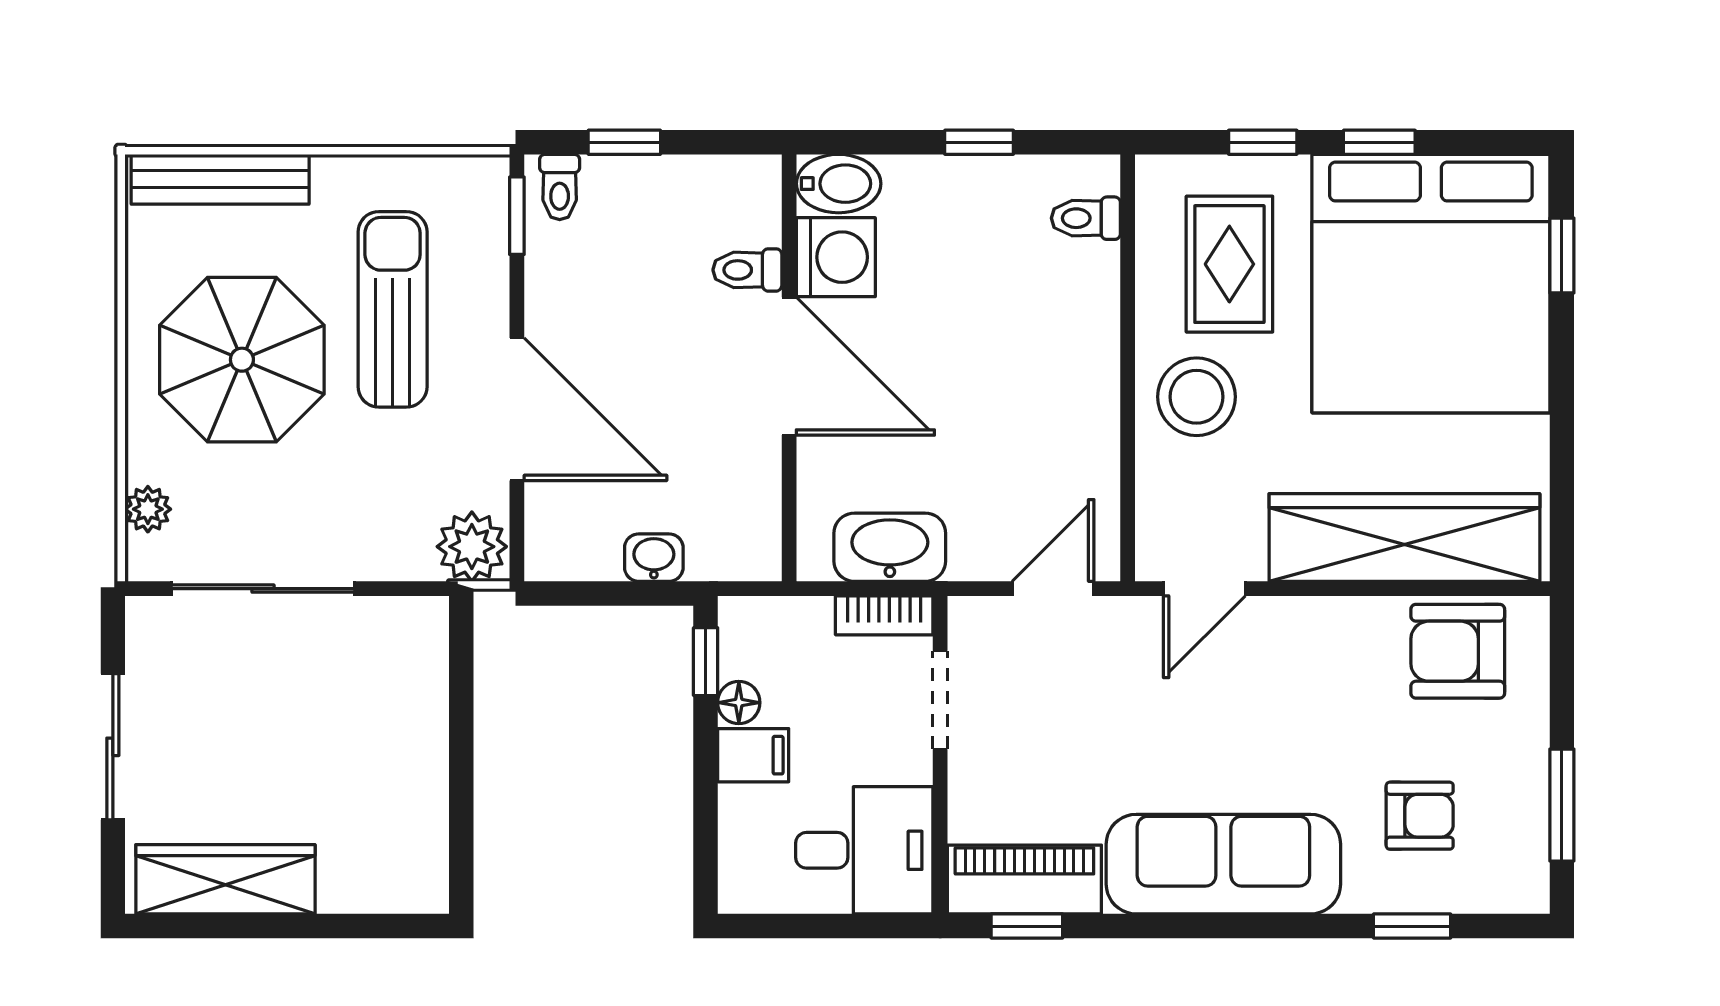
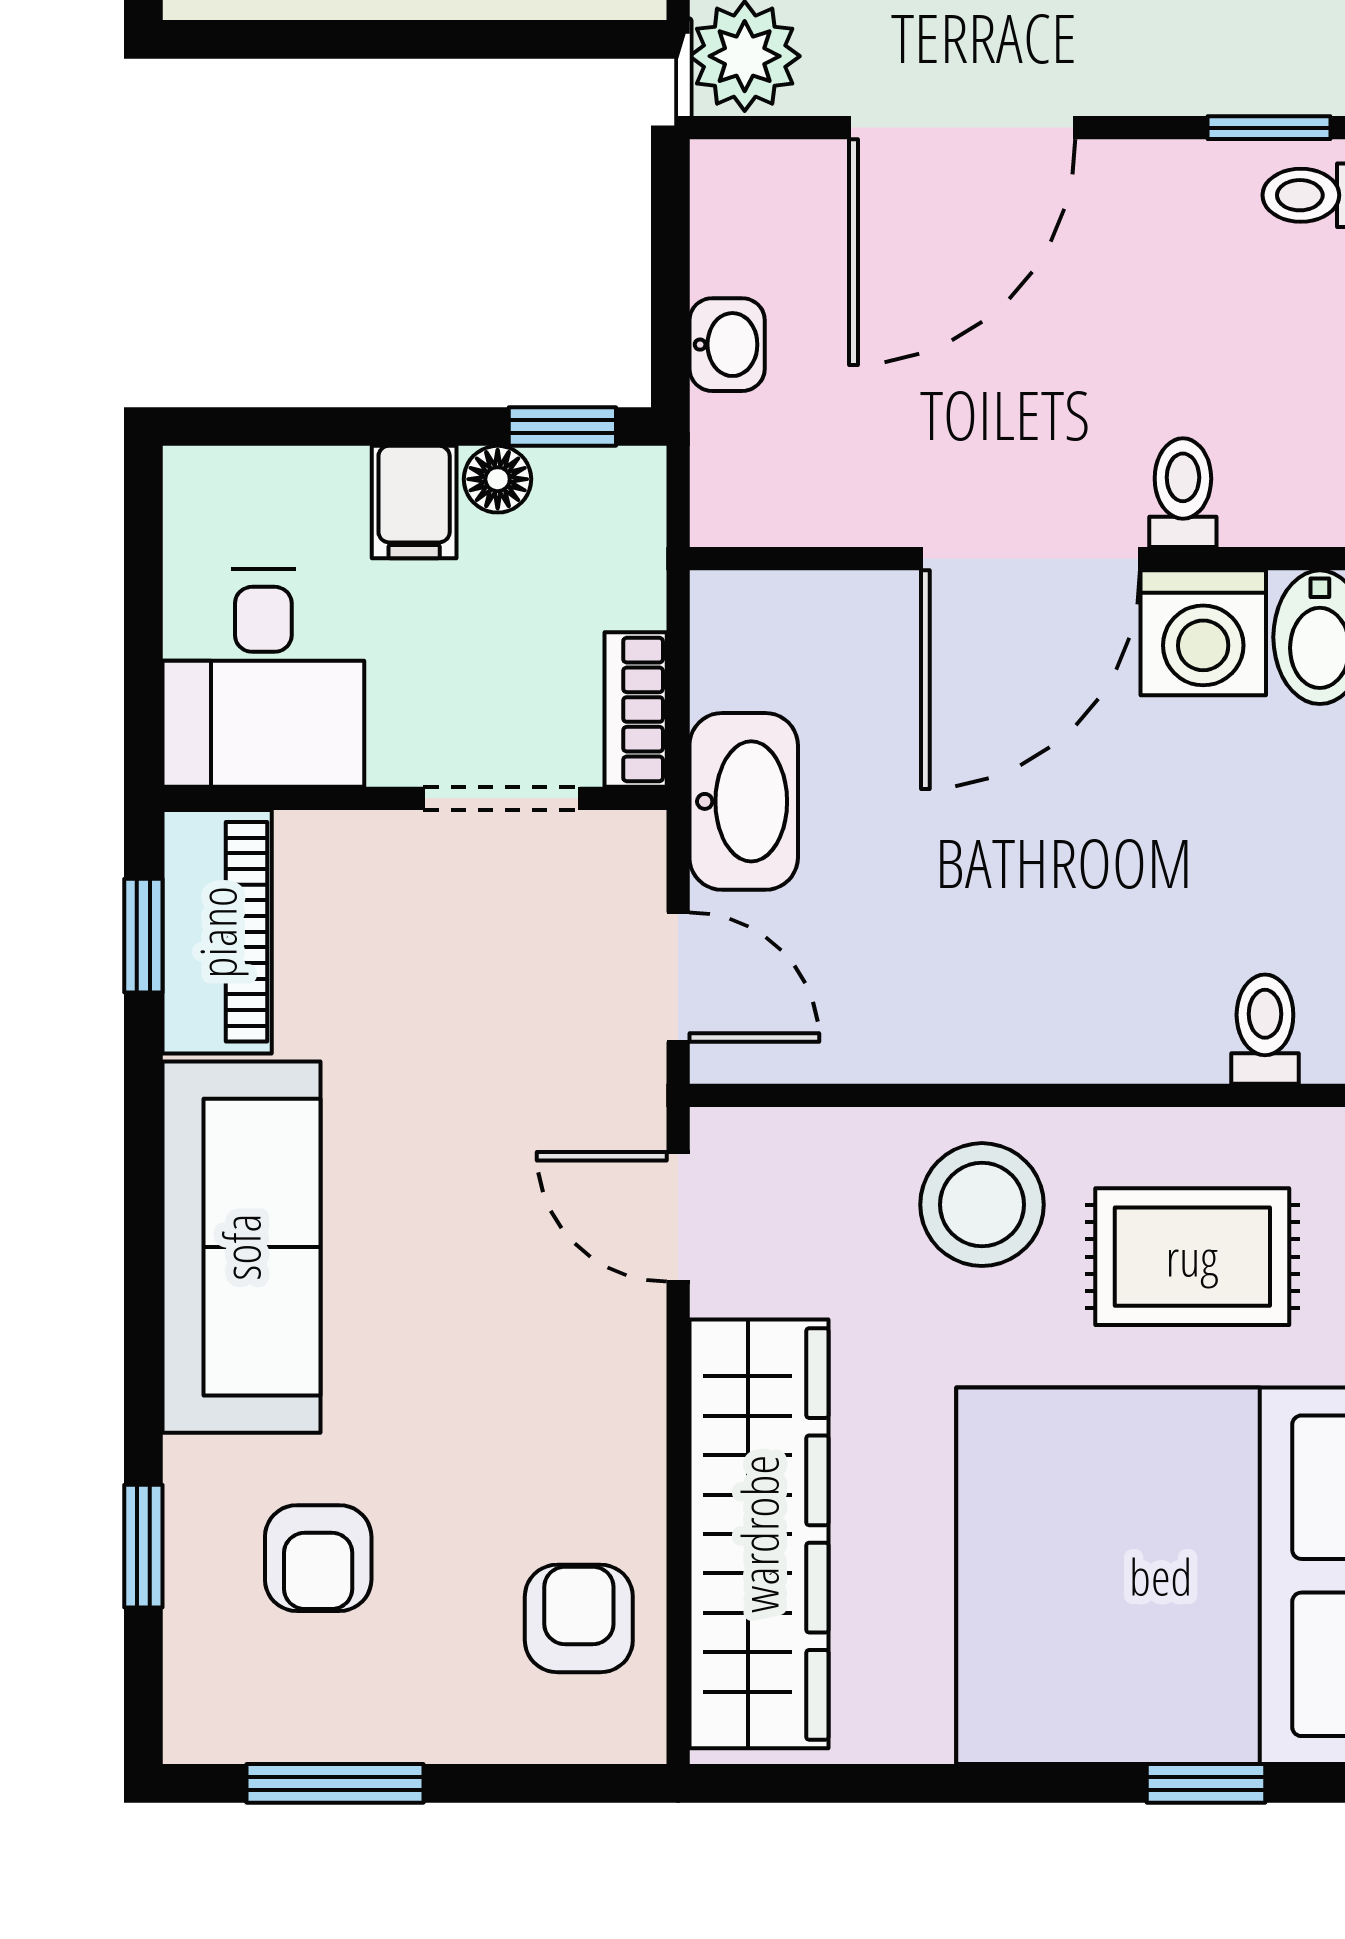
washbasin: (890, 547) -> (744, 801), moved
armchair: (1458, 651) -> (579, 1618), width x0.72, depth x0.72

